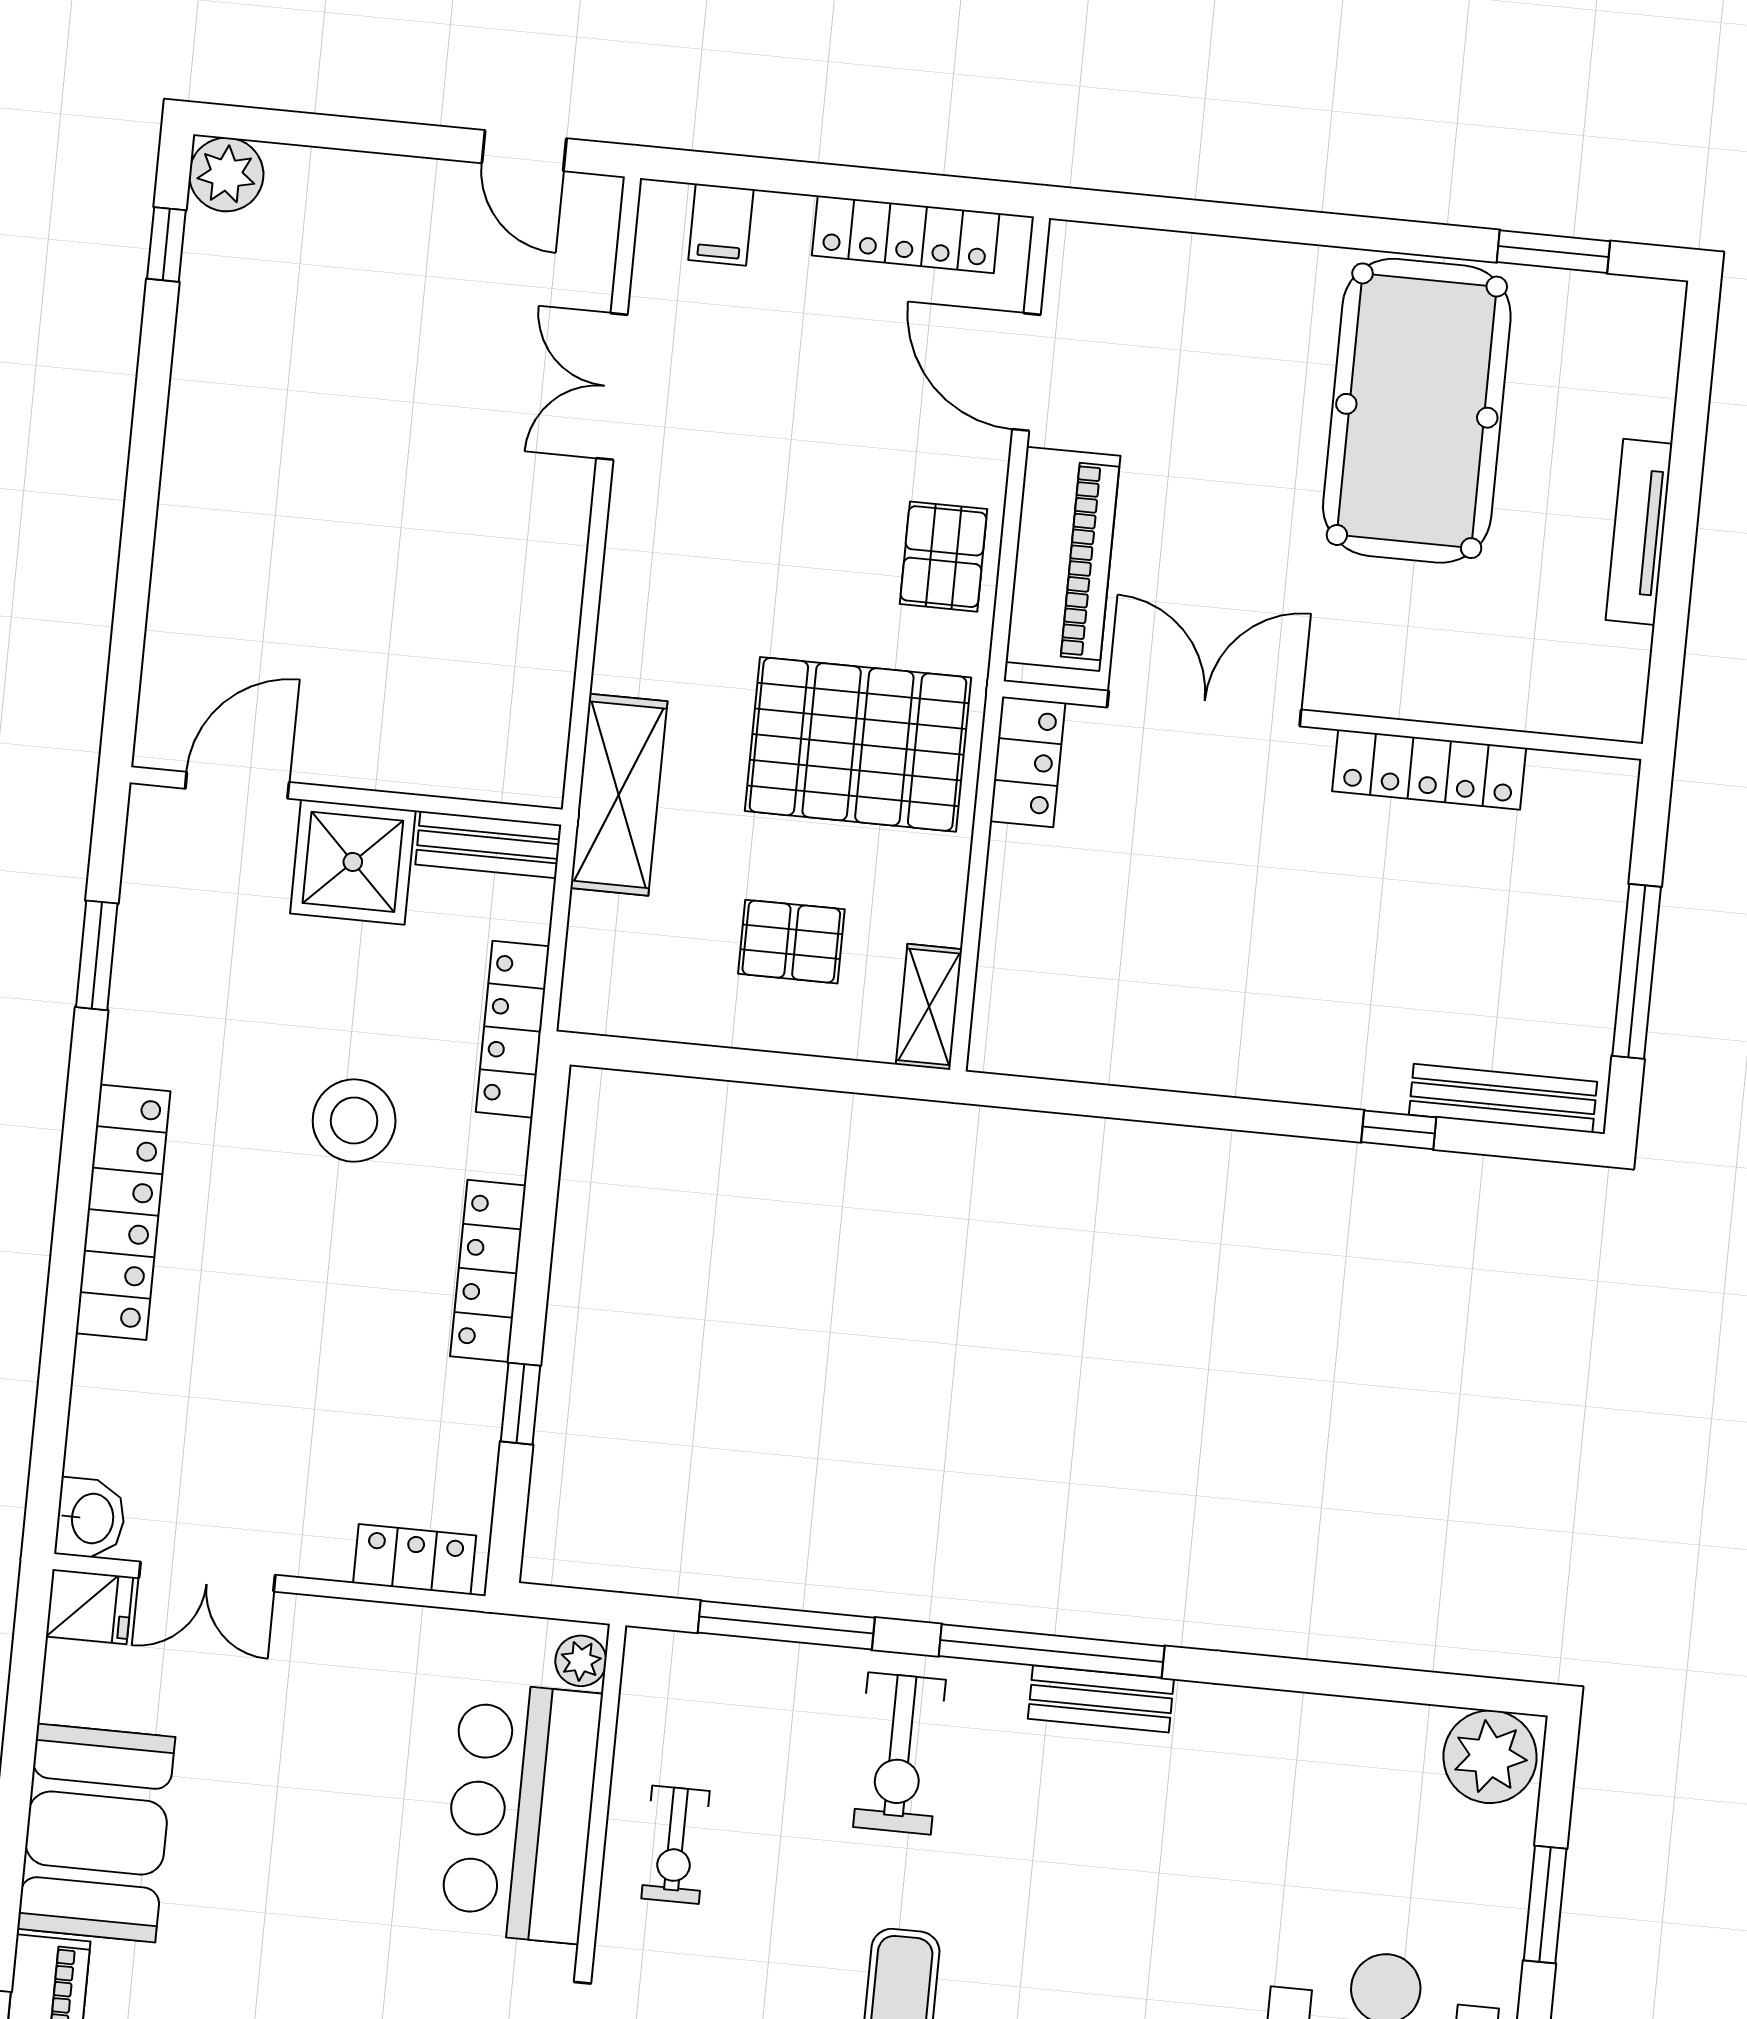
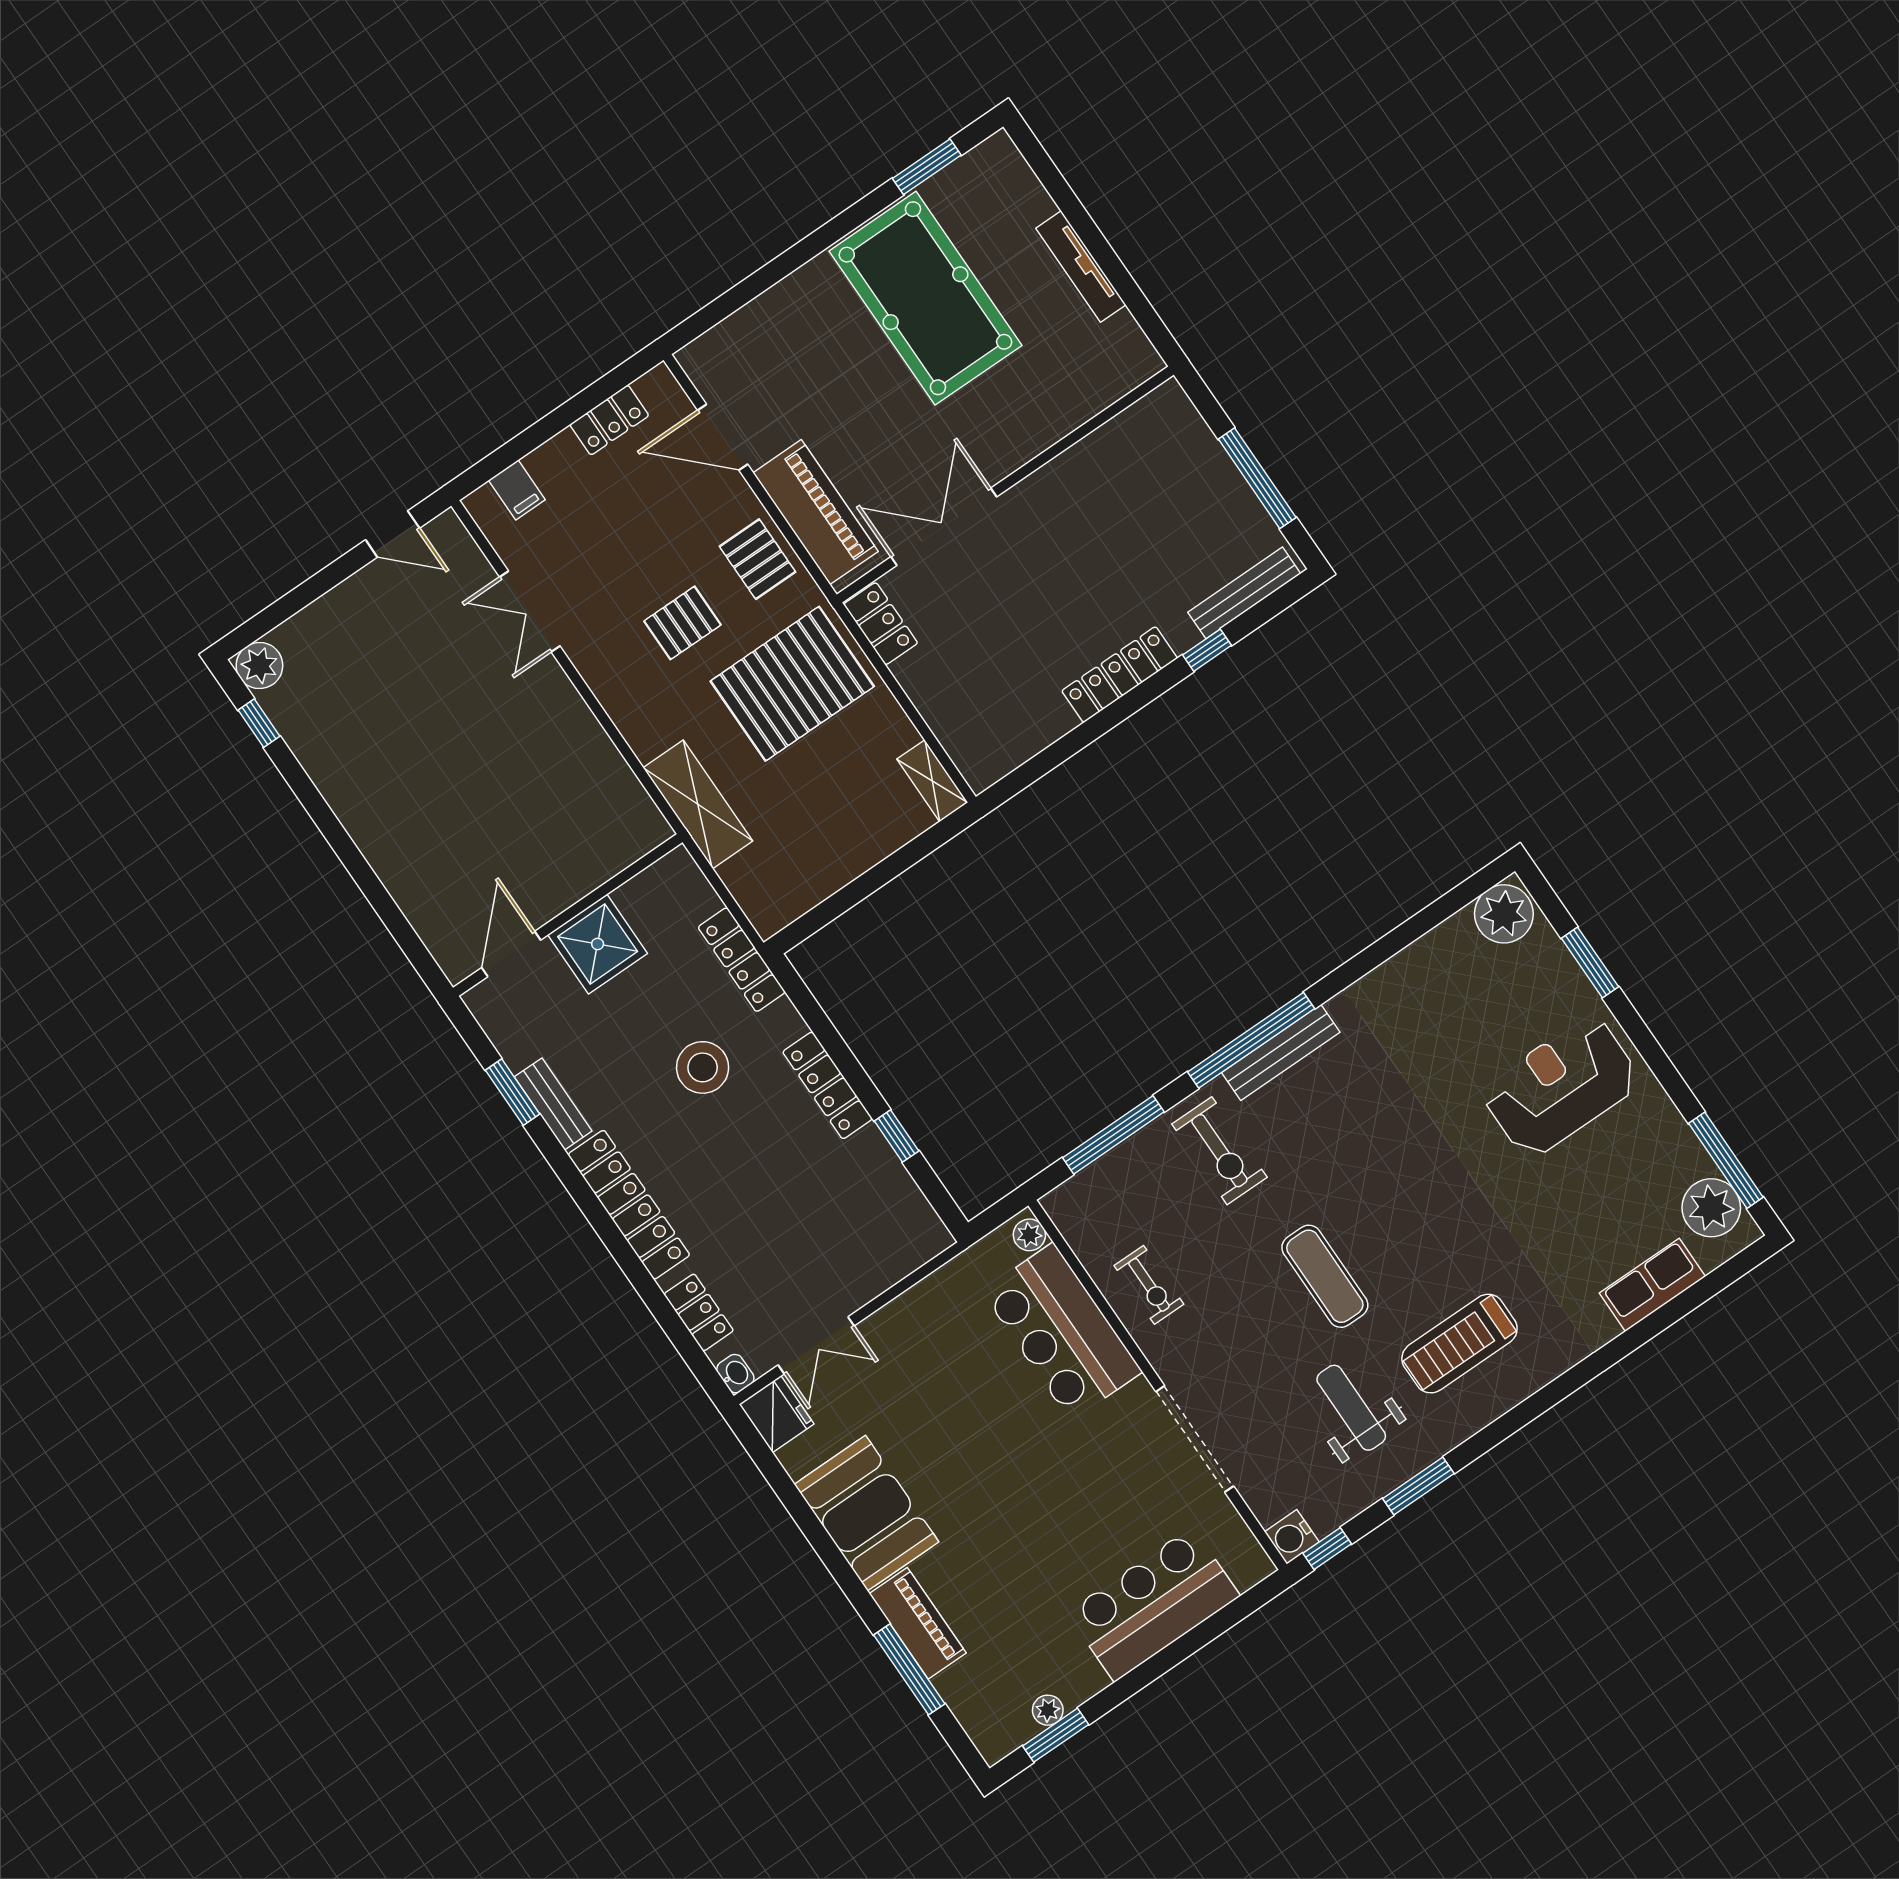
locker: (906, 234) -> (609, 420), width x0.66
locker: (1429, 770) -> (1120, 675), moved, turned 180
bench: (488, 845) -> (553, 1104), moved, turned 90
pallet: (791, 942) -> (683, 623), moved
washbasin: (91, 1518) -> (735, 1374), width x0.72, depth x0.69
locker: (415, 1559) -> (699, 1312), moved, turned 90
fridge: (89, 1607) -> (777, 1414), width x1.38
bench: (1101, 1699) -> (1281, 1052), width x1.36

